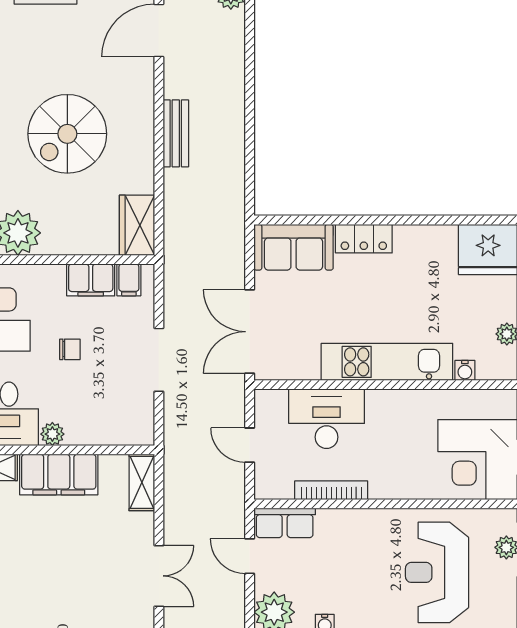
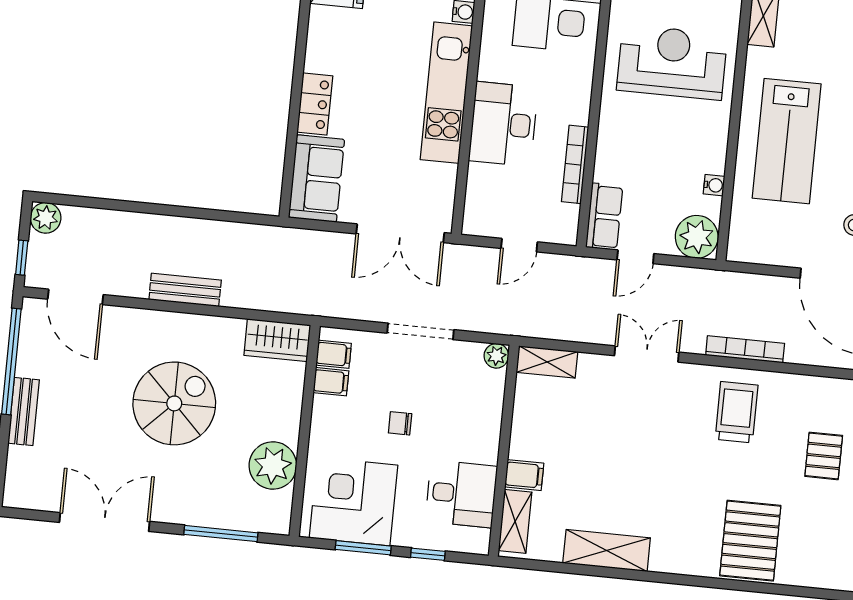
spiral stairs: (67, 134) -> (174, 403), turned -90
filing cabinet: (91, 280) -> (331, 382), width x0.50
chair: (70, 349) -> (400, 423), turned -90
desk: (327, 419) -> (503, 124), moved
plant: (52, 434) -> (496, 356), moved
filing cabinet: (59, 475) -> (524, 475), width x0.33, depth x0.86
reception desk: (437, 572) -> (672, 62), turned 180

